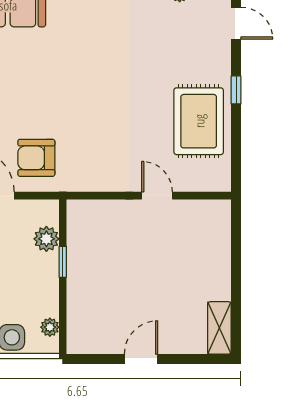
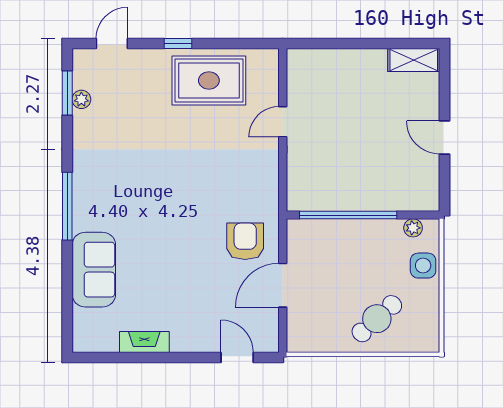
armchair: (36, 158) -> (245, 241), turned 180
plant: (46, 239) -> (325, 231), removed
window: (63, 262) -> (348, 215), width x3.17

